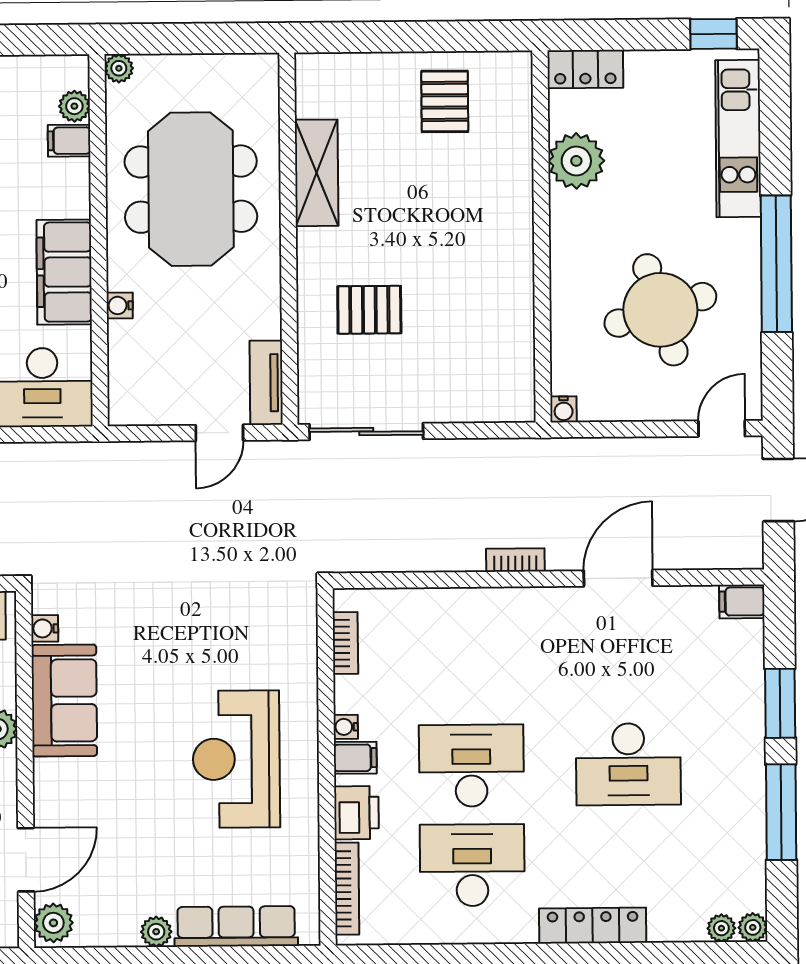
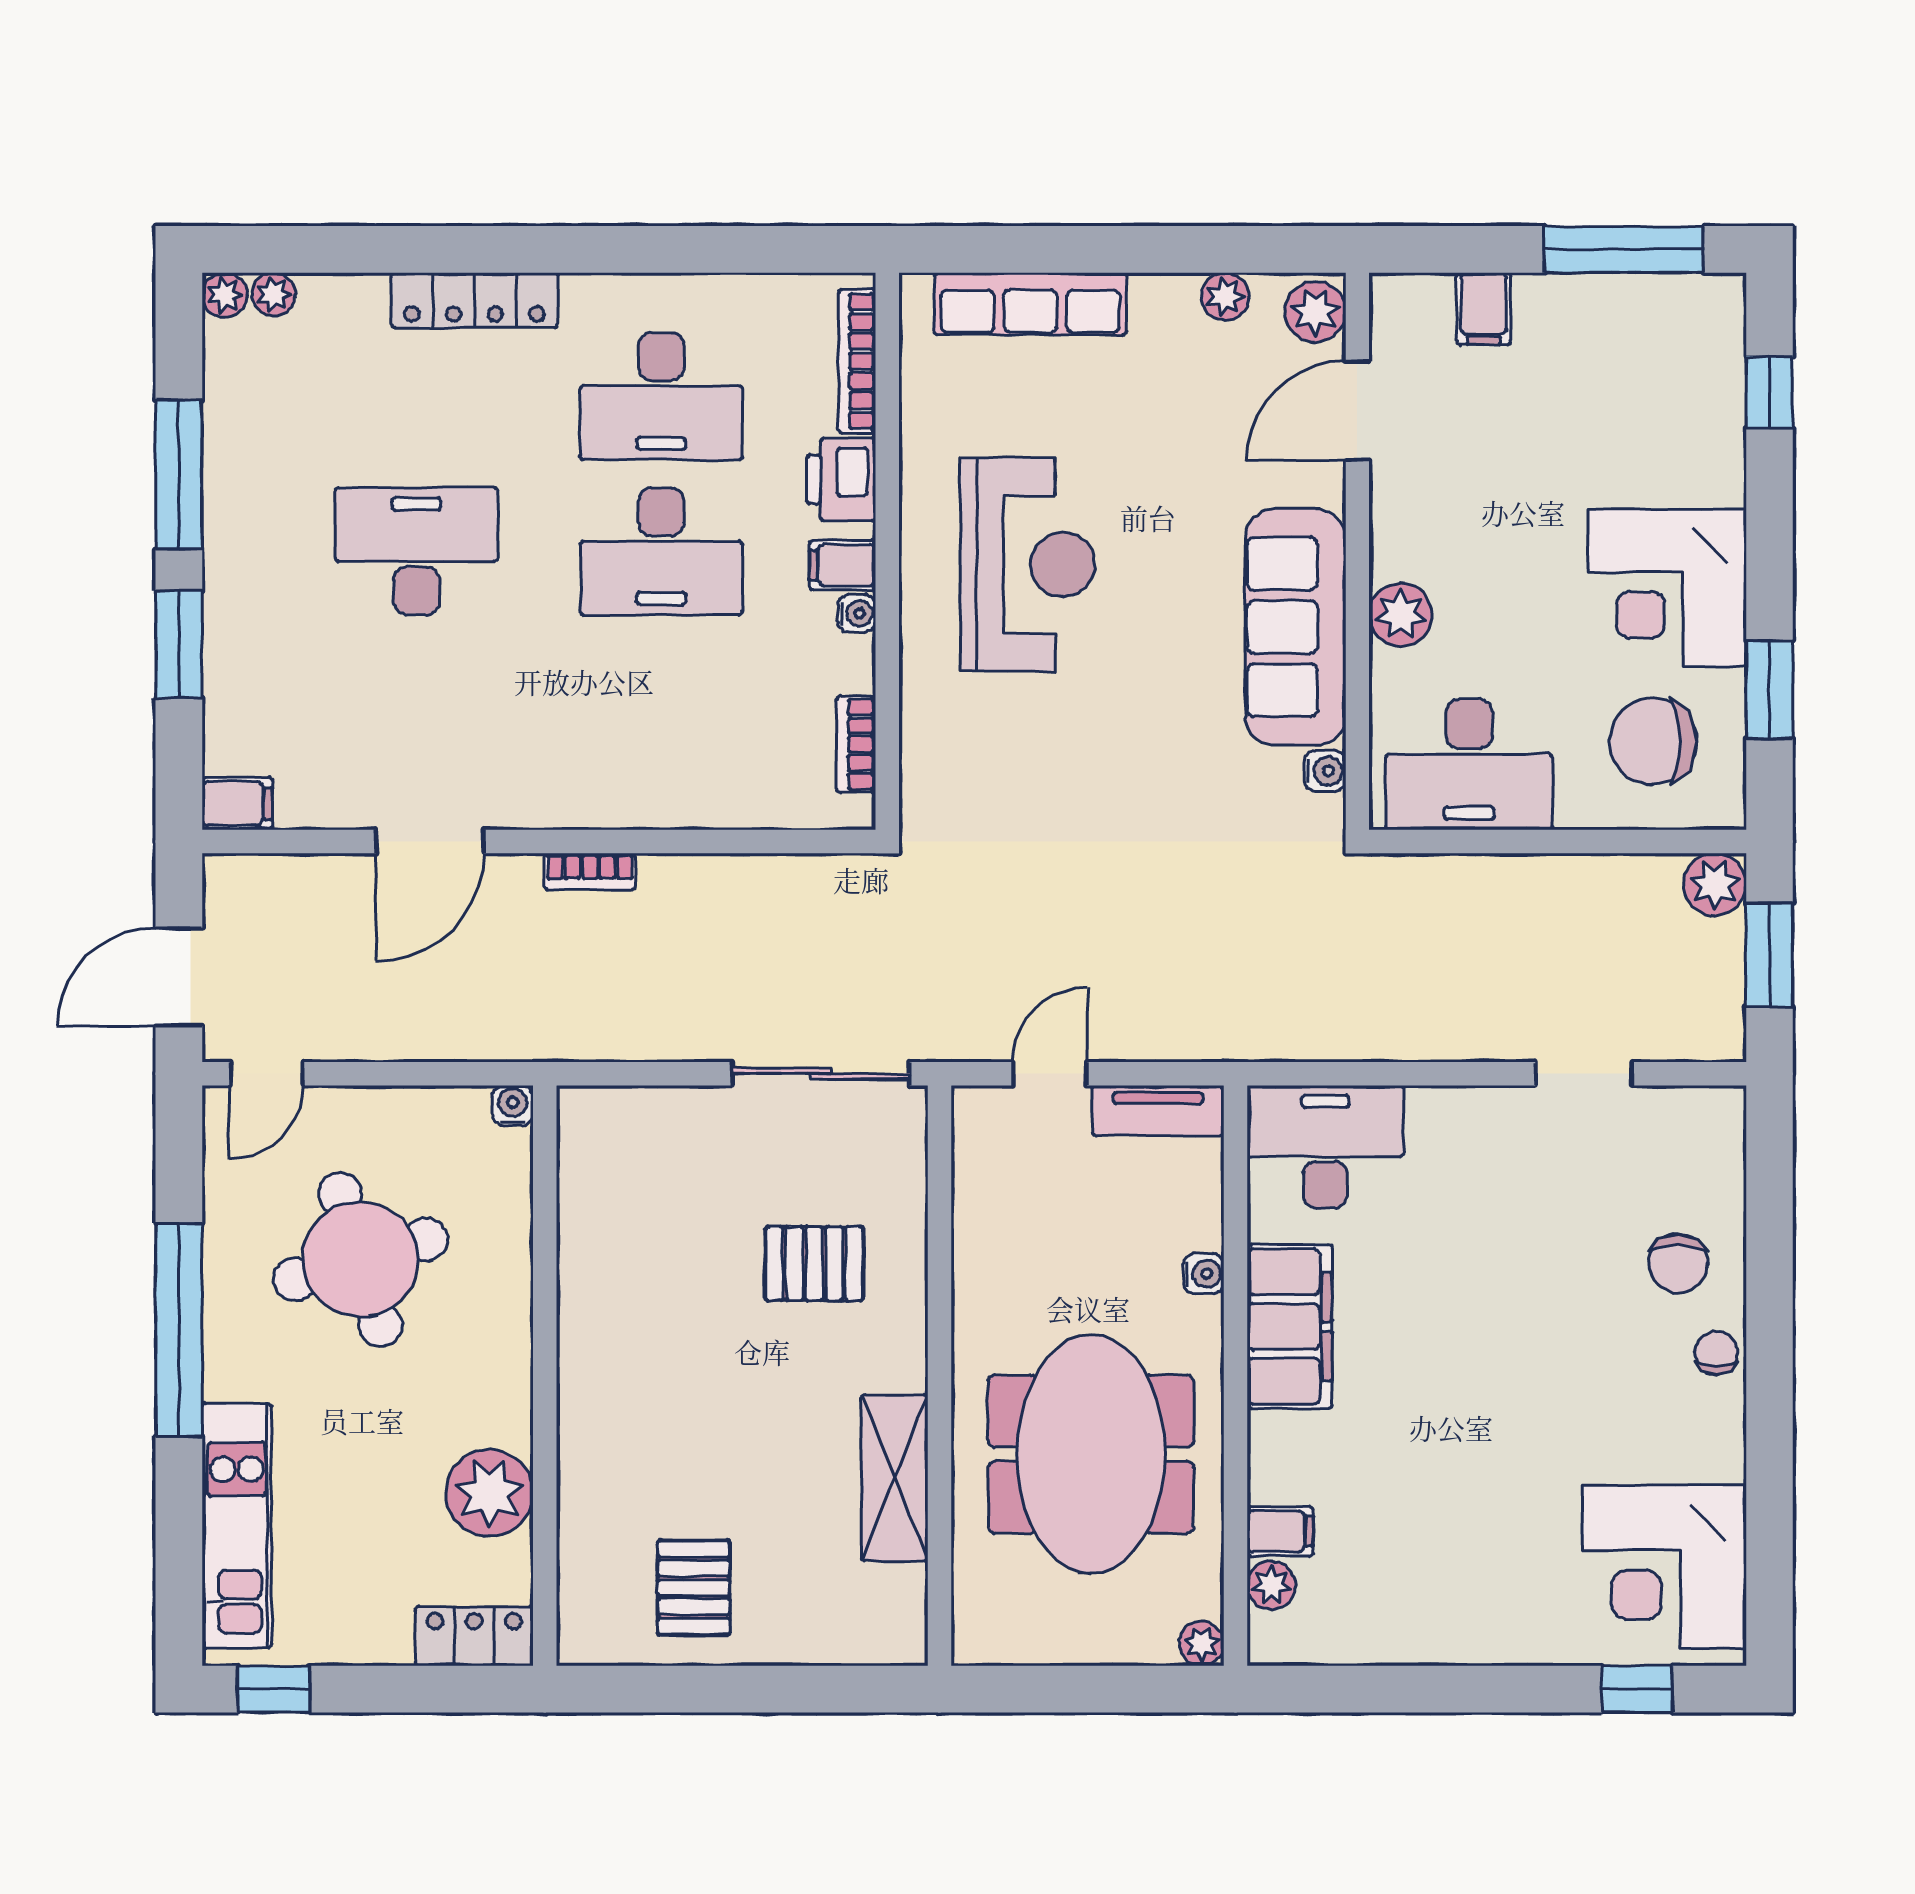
tv unit: (266, 383) -> (1158, 1110), moved, turned 90
sofa: (64, 700) -> (1295, 627), width x1.36
plant: (156, 932) -> (1225, 297), moved

